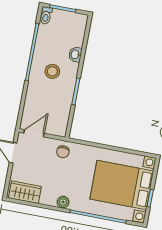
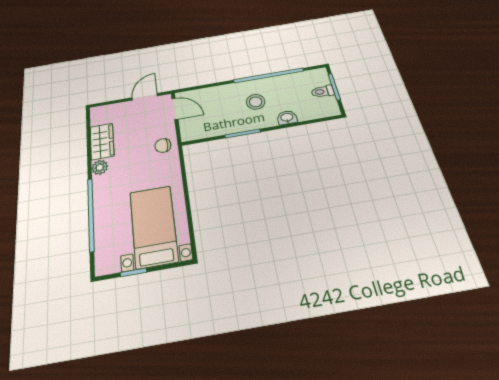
toilet: (46, 15) -> (323, 91), moved
bed with nightstands: (122, 185) -> (154, 226), width x0.73
wardrobe: (25, 192) -> (102, 141), moved

